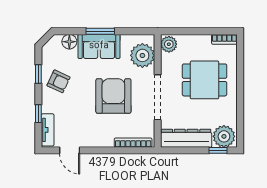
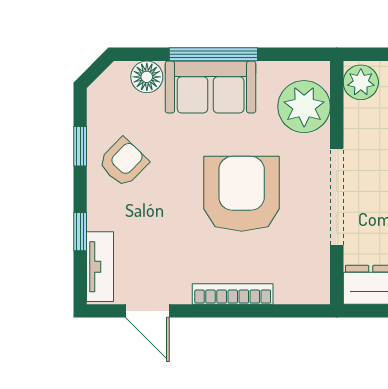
window: (100, 31) -> (213, 54), width x1.44
armchair: (58, 81) -> (123, 162), turned -71
bookcase: (133, 143) -> (233, 294), moved

